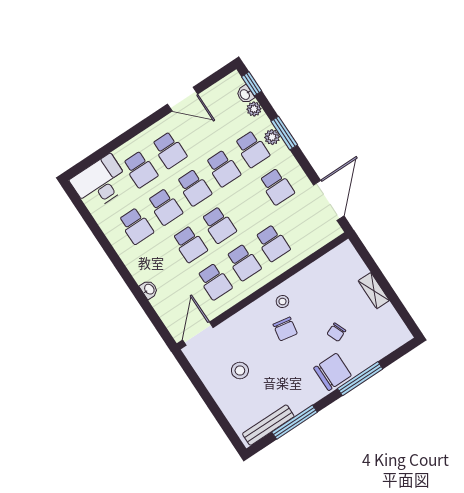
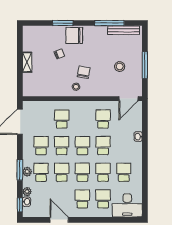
school desk: (244, 262) -> (62, 146), moved
window: (360, 379) -> (63, 23), width x0.69
window: (206, 396) -> (145, 65), added

